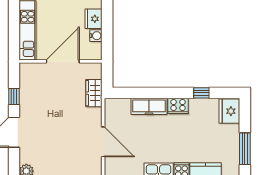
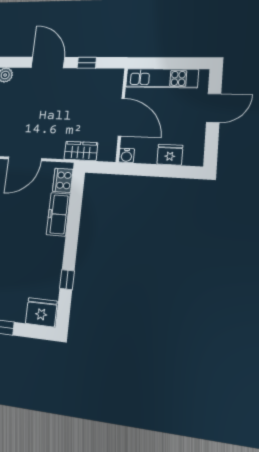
water cooler: (96, 36) -> (126, 155), moved
cooker: (178, 106) -> (63, 180), moved

